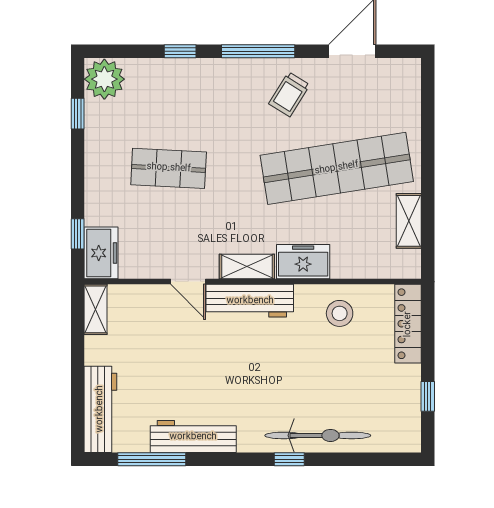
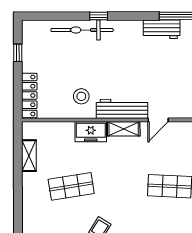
shop shelf: (337, 168) -> (71, 186), width x0.50, depth x0.74
door: (188, 282) -> (158, 120), swing flipped
stool: (340, 313) -> (81, 96), moved
workbench: (193, 437) -> (162, 29), width x0.73

